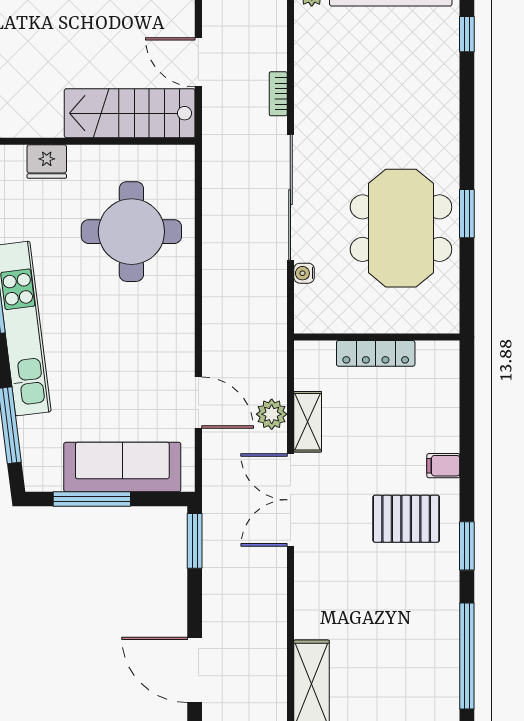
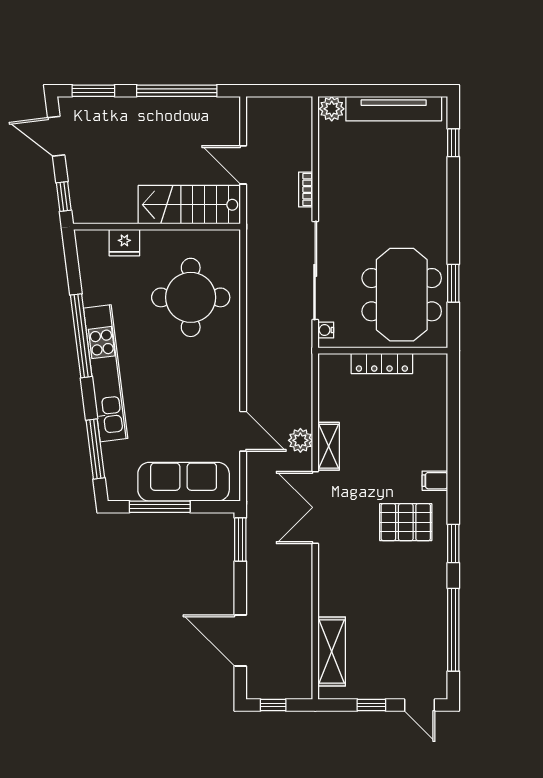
wall: (377, 337) -> (383, 351), moved
locker: (376, 353) -> (382, 363), moved

